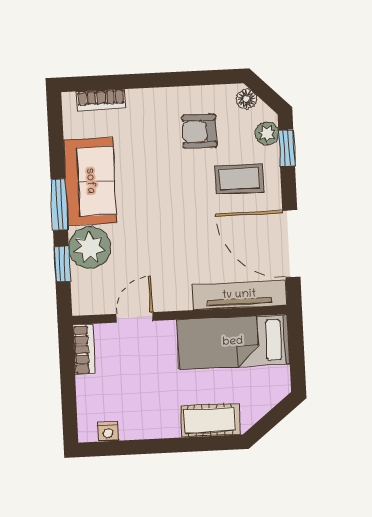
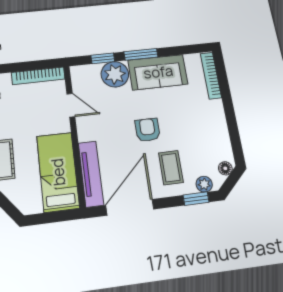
bookcase: (101, 100) -> (211, 75), width x1.56
armchair: (199, 131) -> (147, 130), moved
bookcase: (84, 349) -> (38, 76), width x1.56

